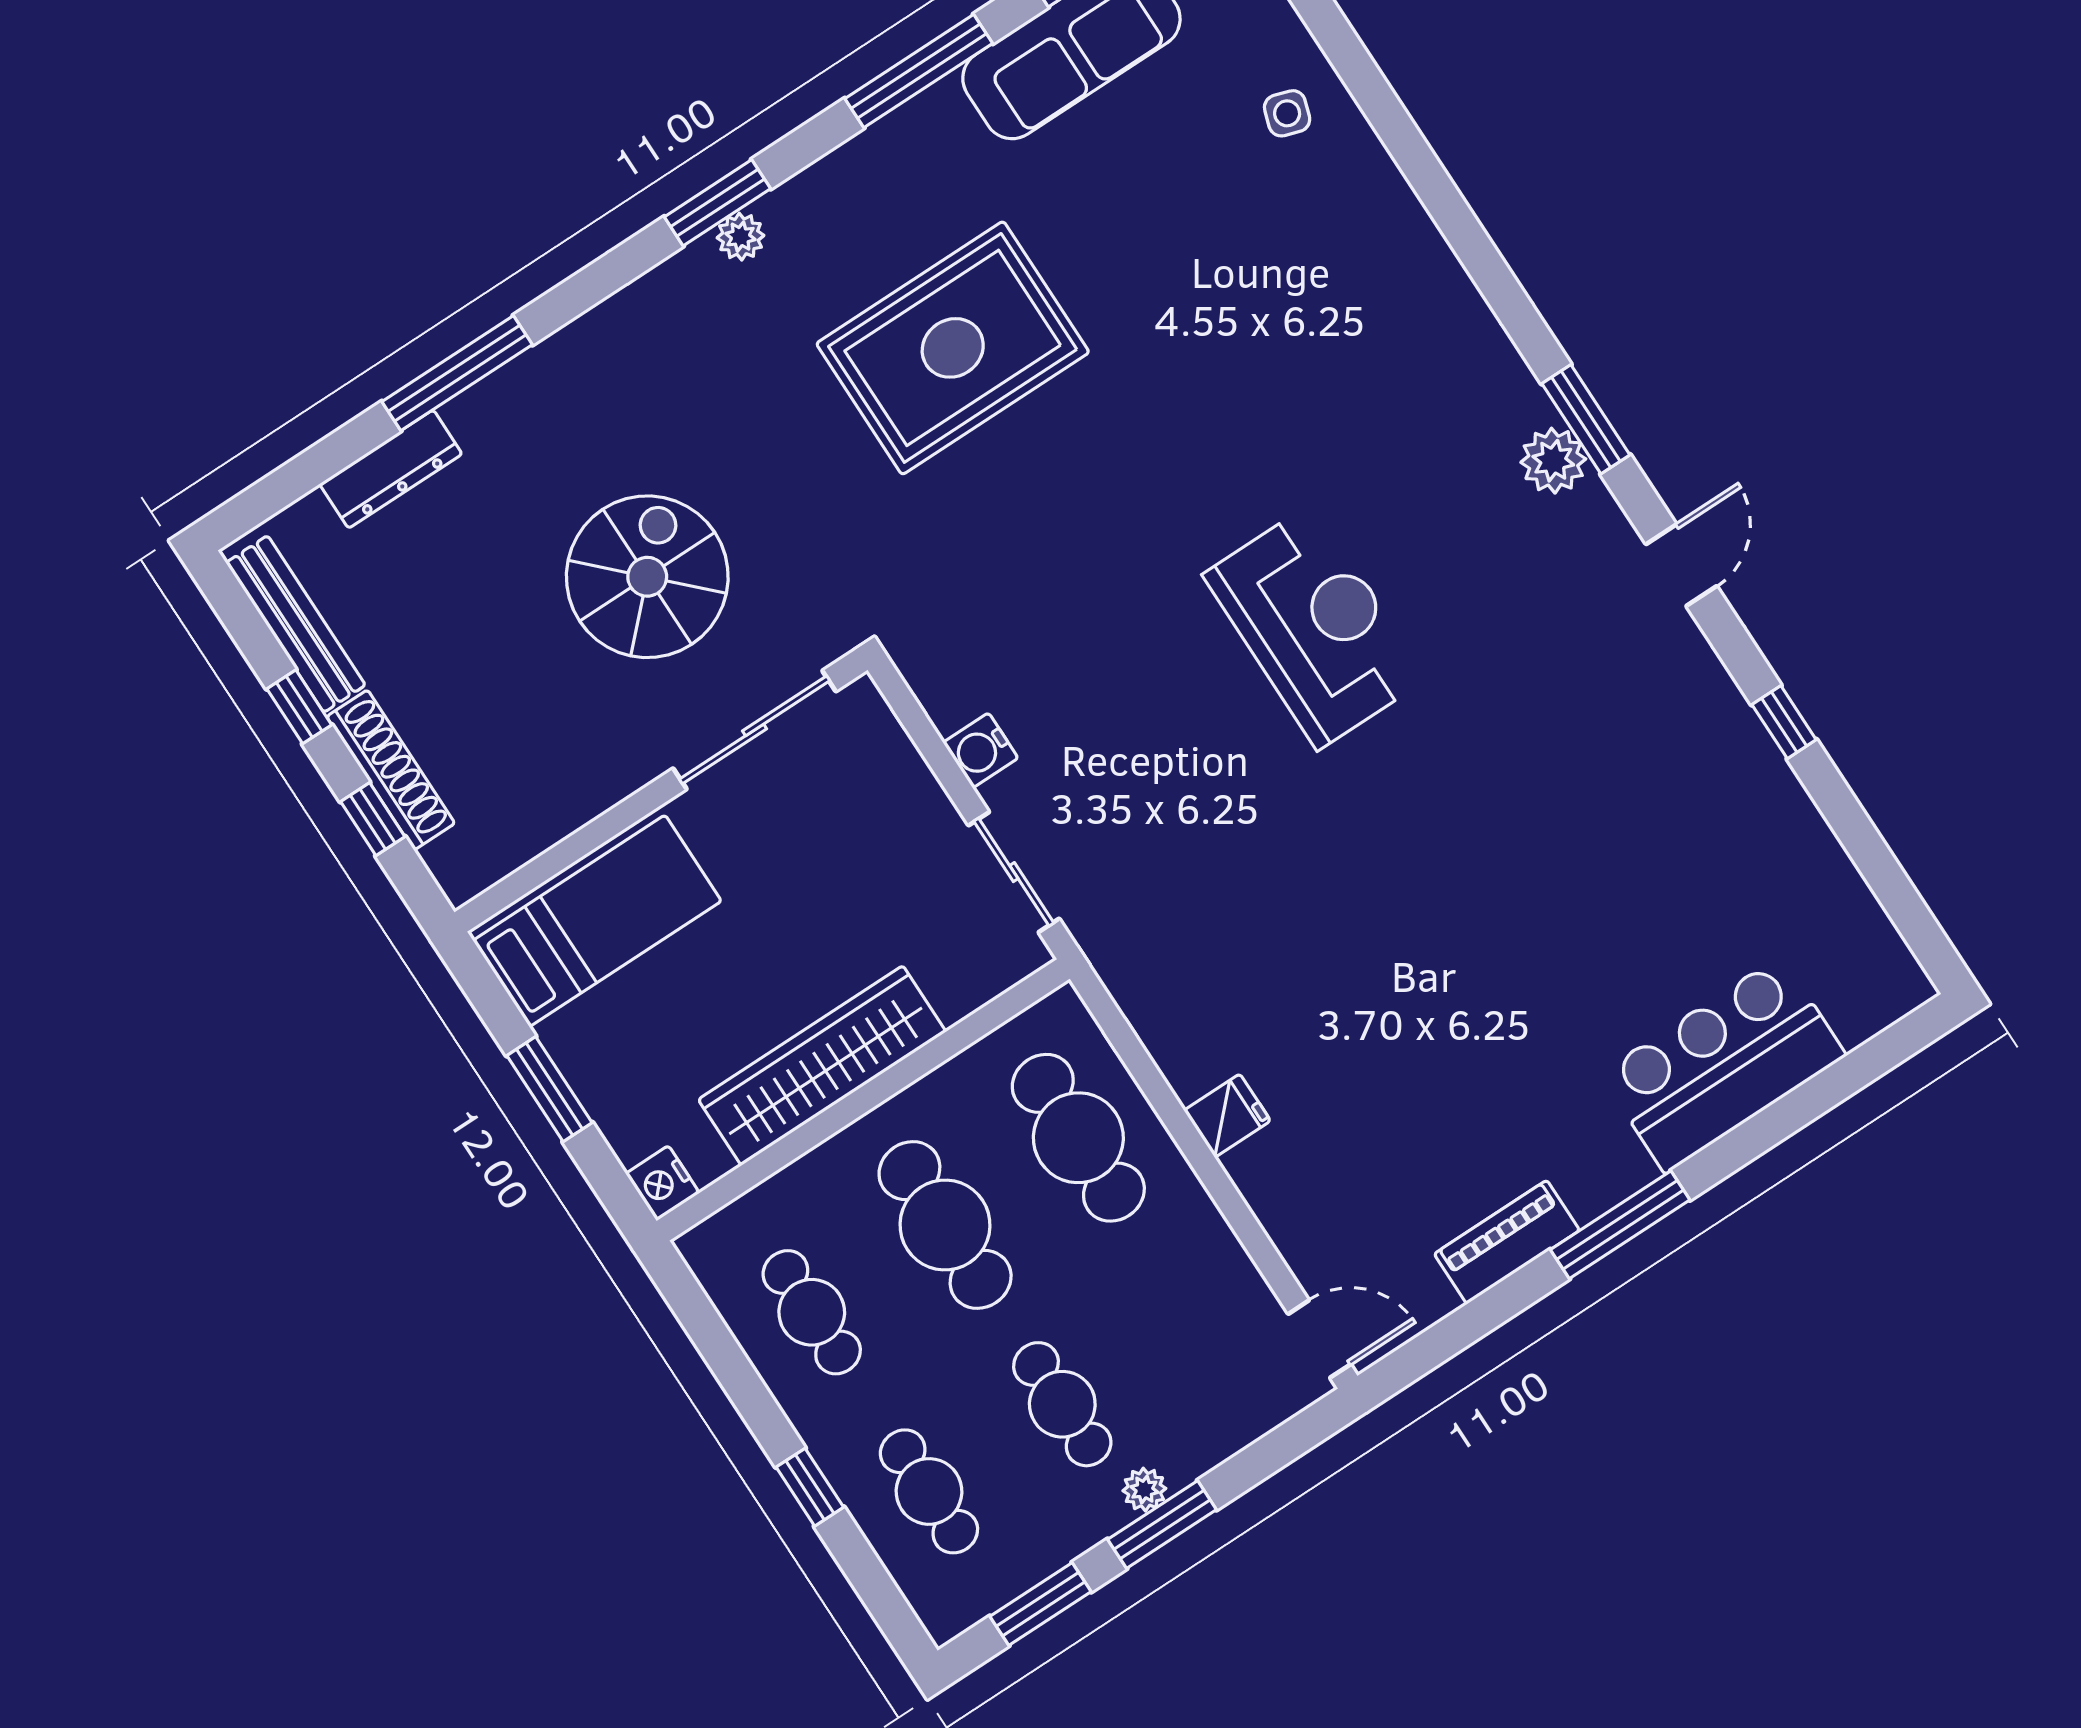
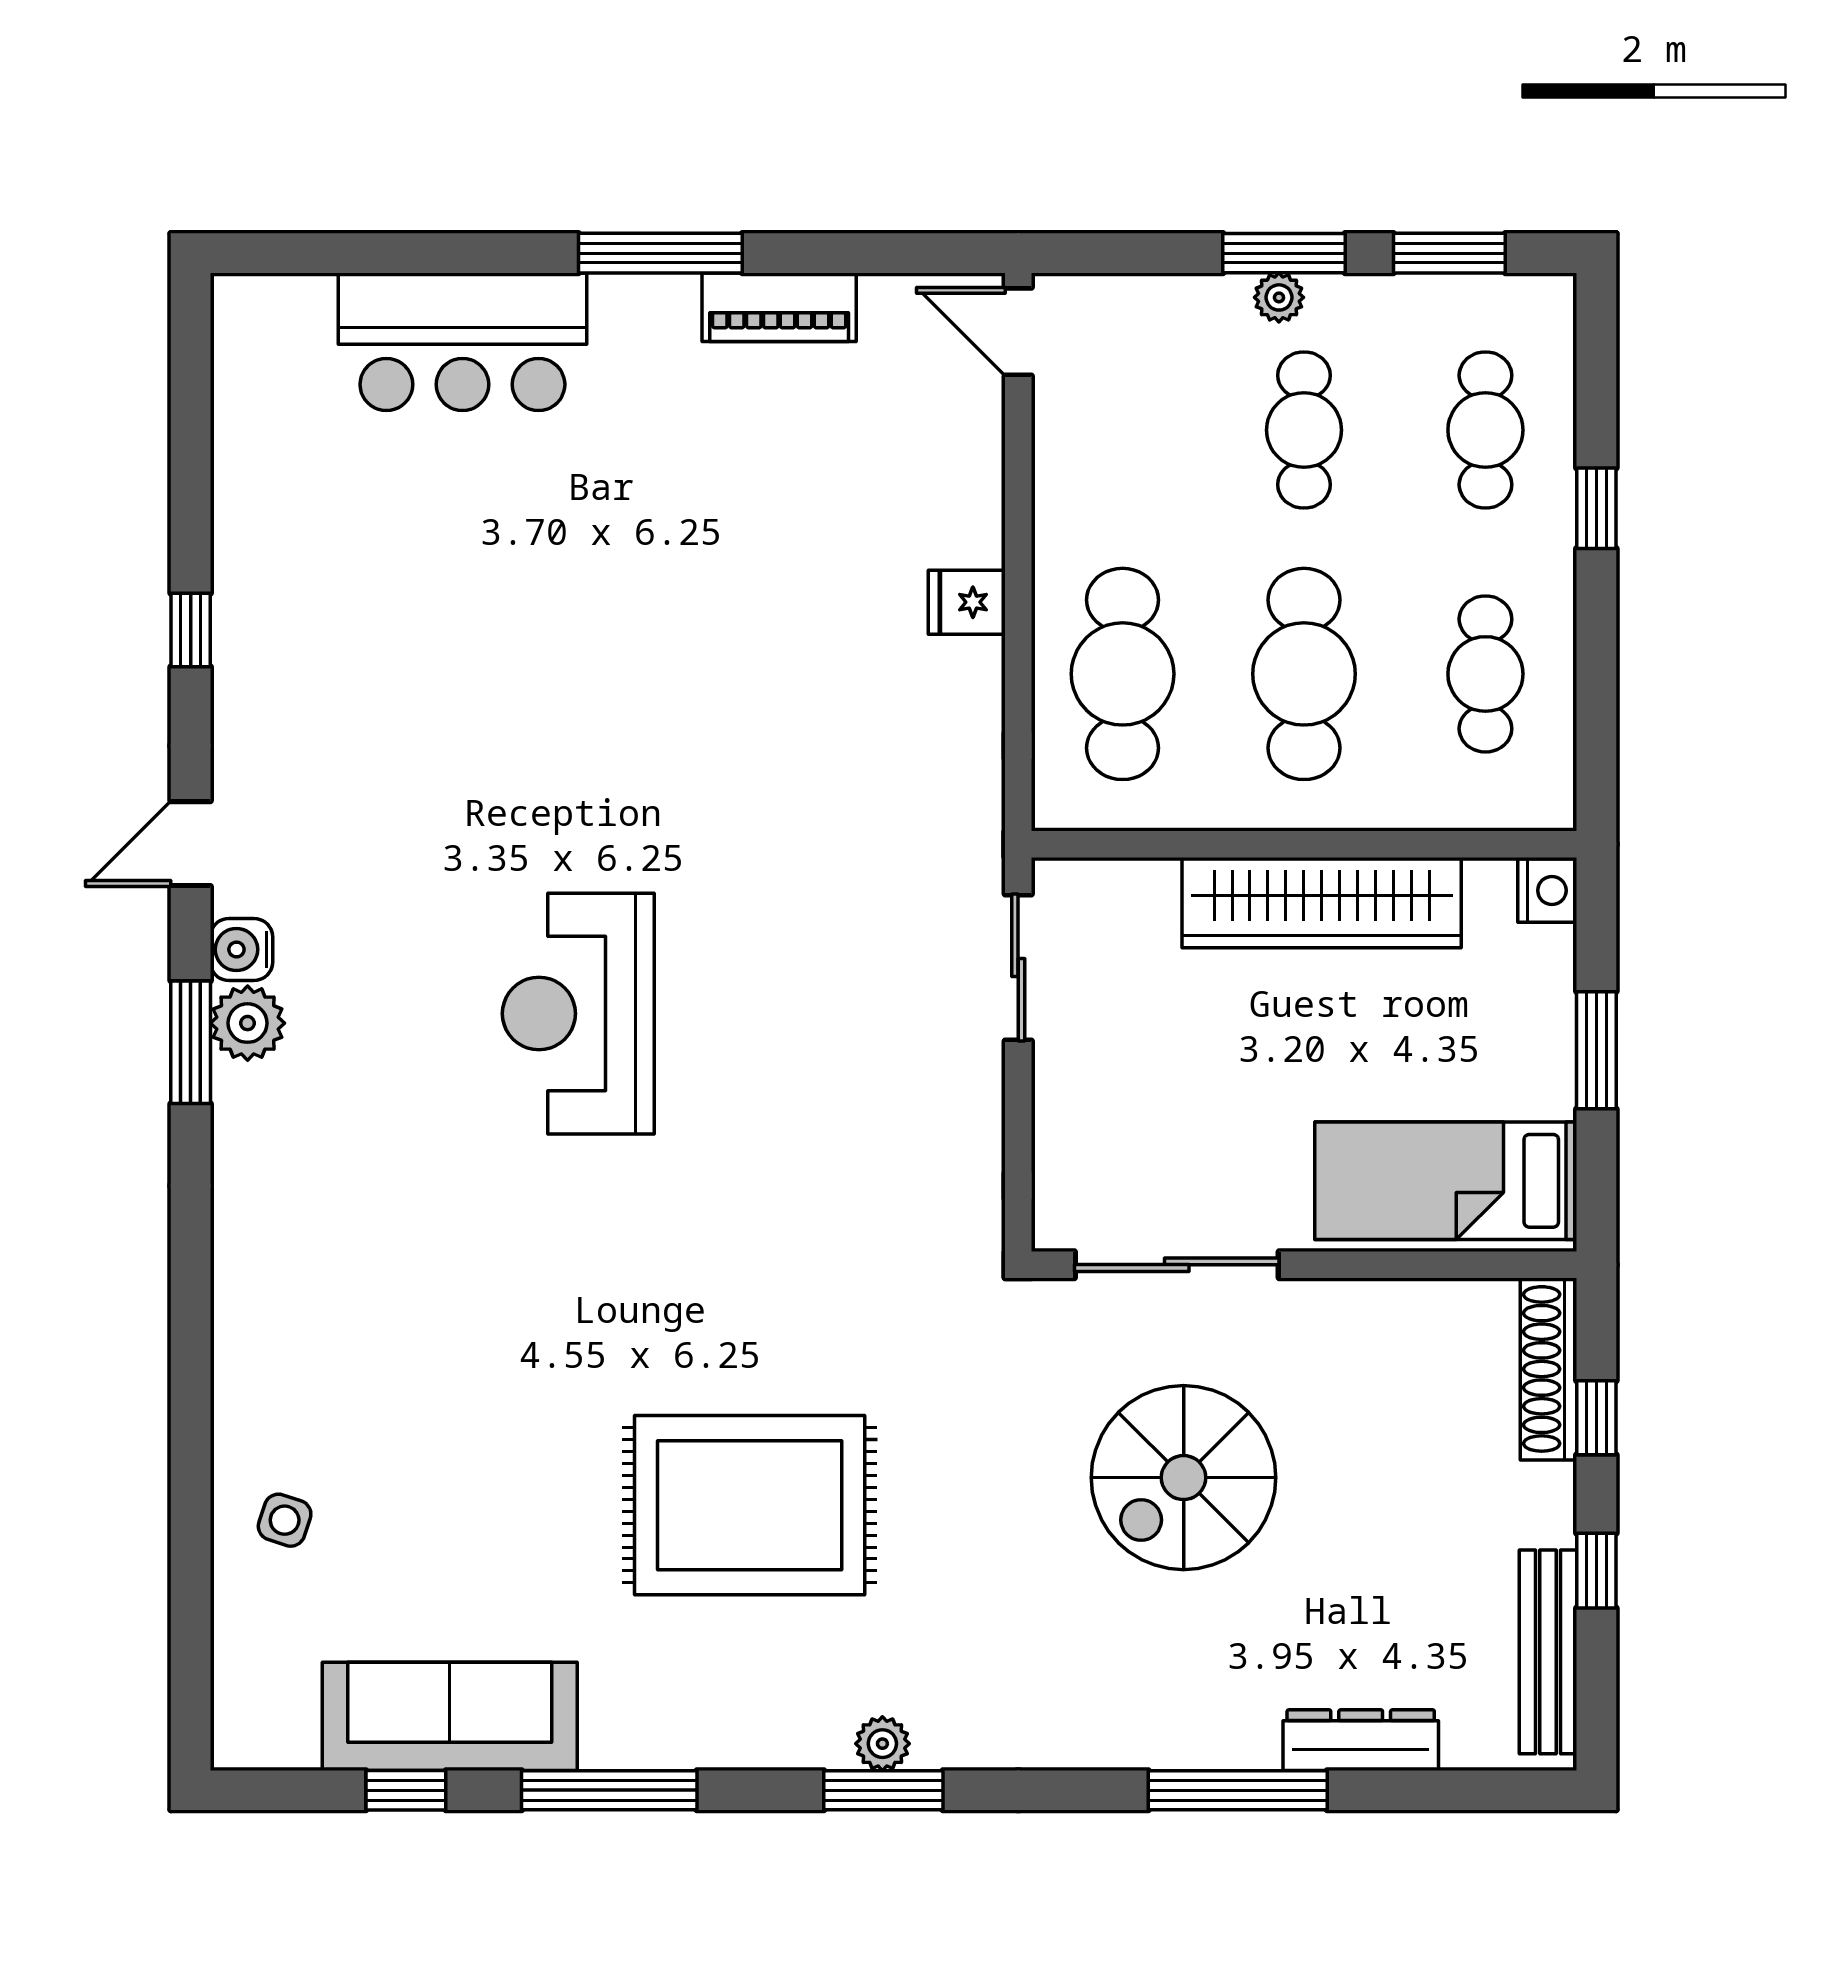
water cooler: (981, 750) -> (241, 949), moved, turned 180
shoe rack: (391, 770) -> (1548, 1369), moved

